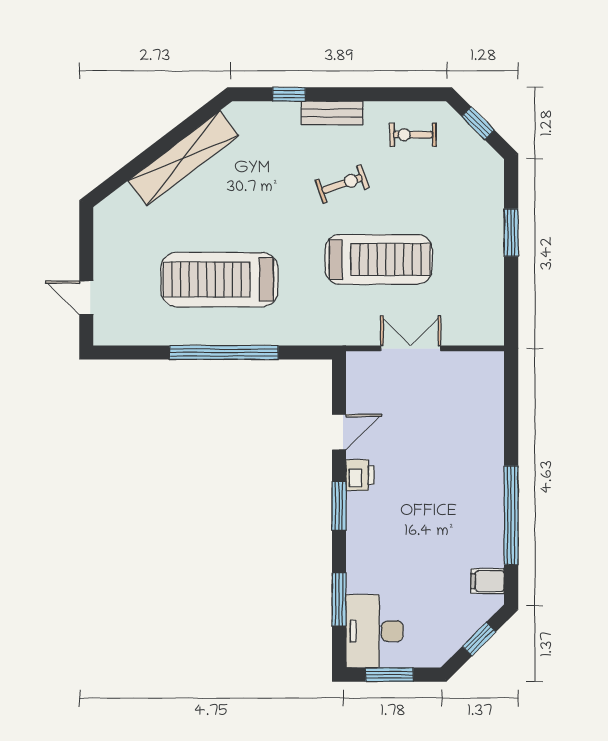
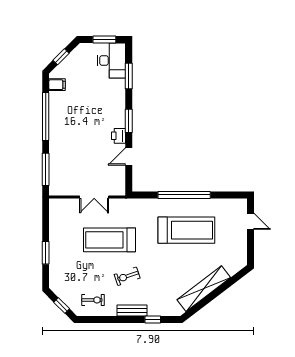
window: (511, 405) -> (46, 169), added

